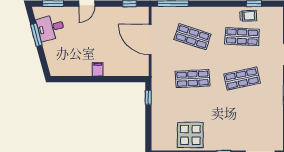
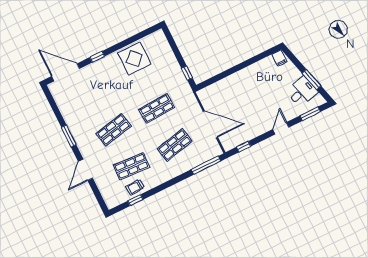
shop shelf: (193, 37) -> (175, 145), turned -30
filing cabinet: (98, 69) -> (279, 58), moved

